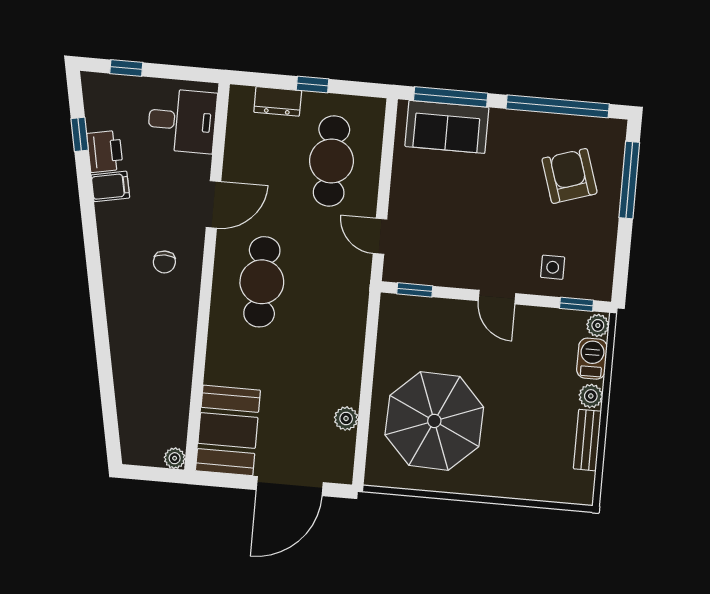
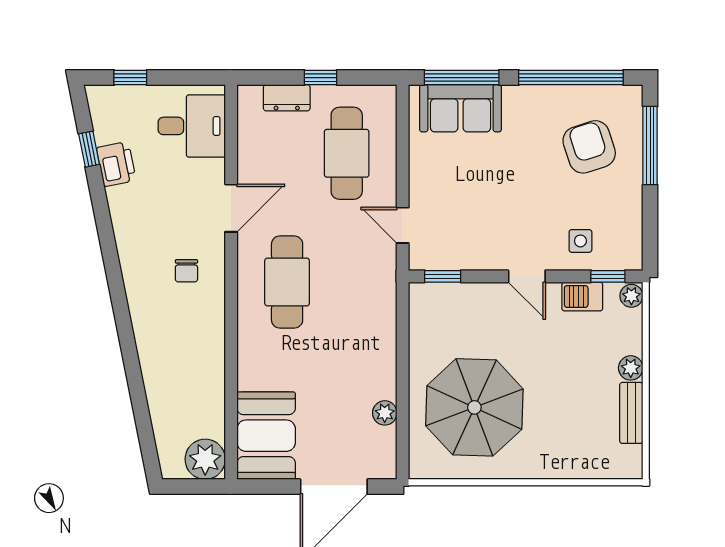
filing cabinet: (110, 186) -> (125, 199), removed
barbecue: (592, 359) -> (582, 296), moved, turned -90
plant: (175, 458) -> (205, 459), width x1.88, depth x1.88

